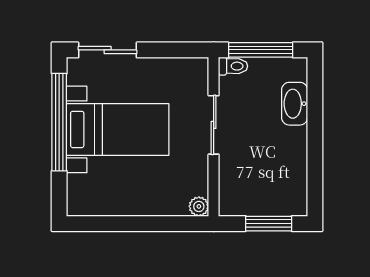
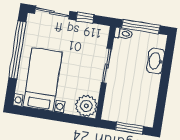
window: (164, 50) -> (85, 18), added
bed with nightstands: (118, 129) -> (43, 79), moved, turned -90
plant: (199, 206) -> (86, 106), width x1.88, depth x1.88

